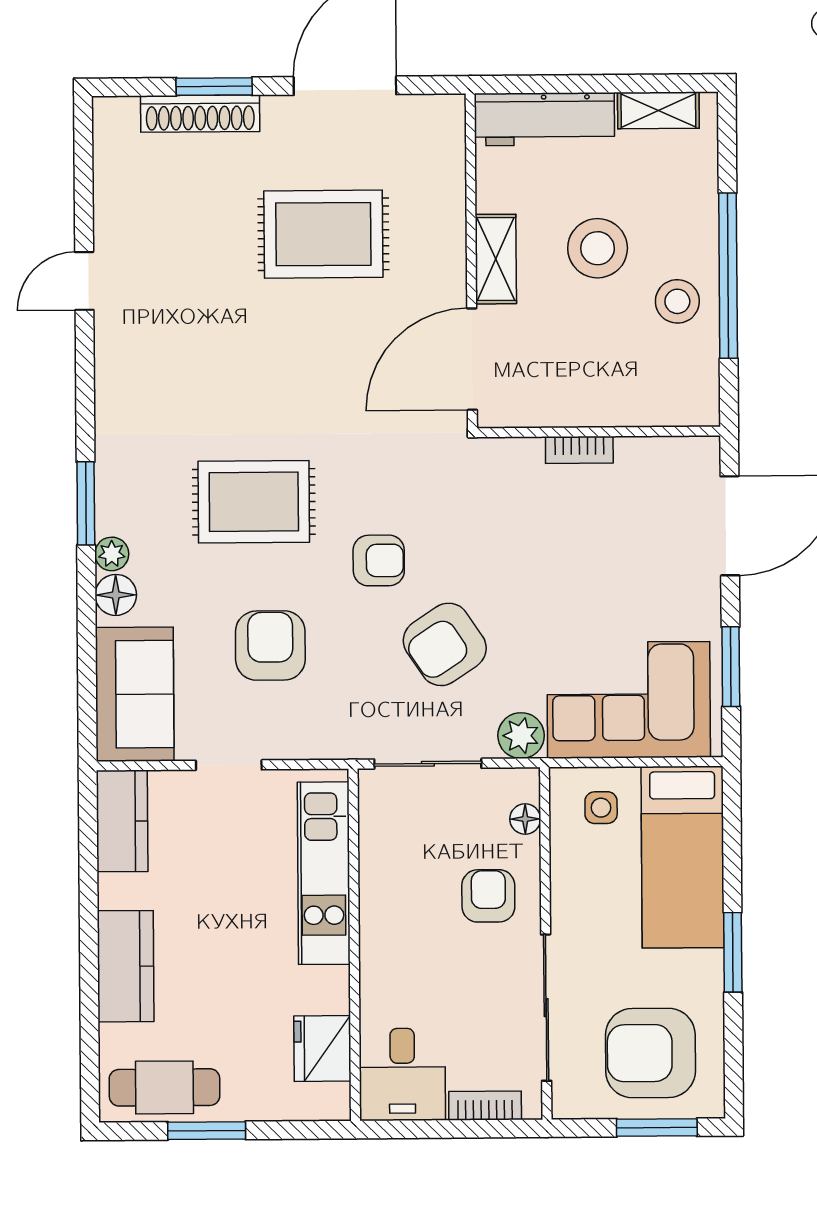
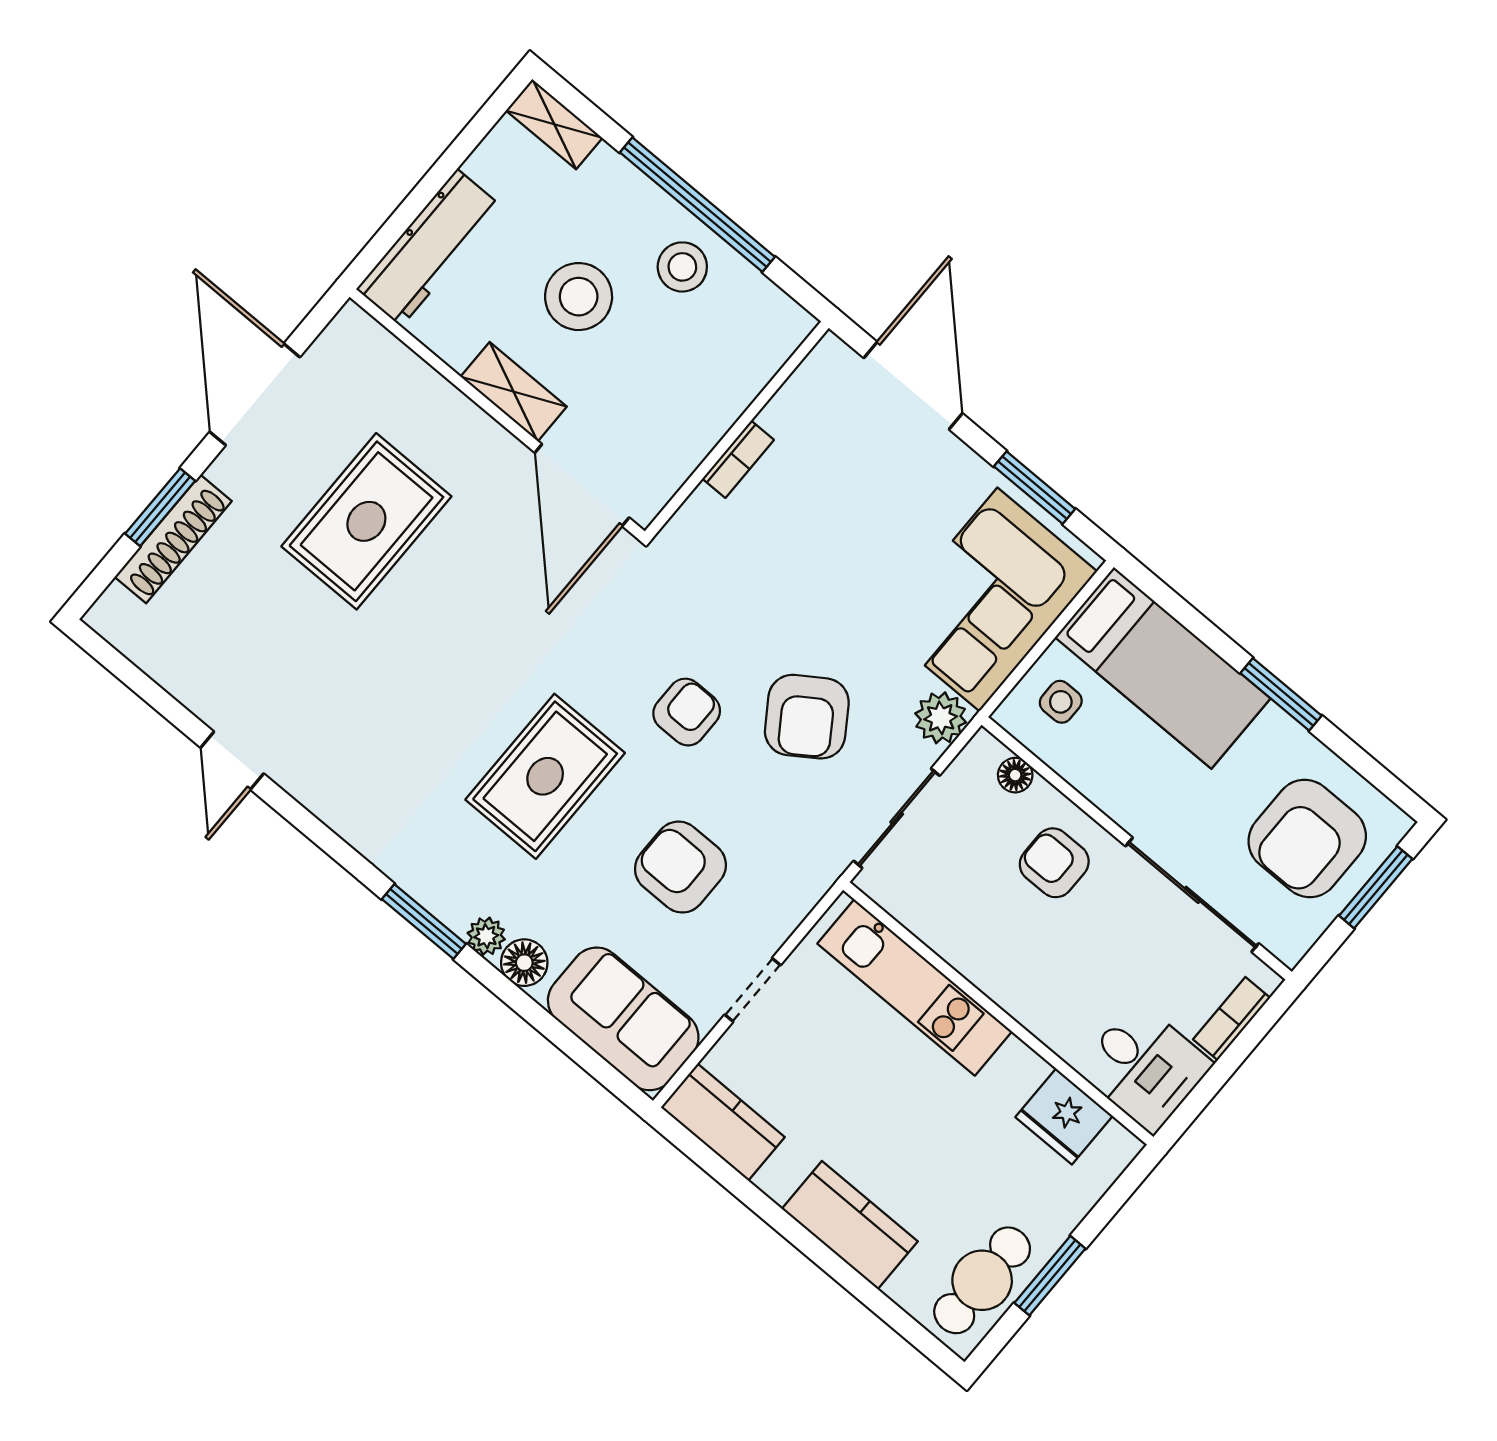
shelving: (658, 110) -> (554, 124), moved, turned 90

